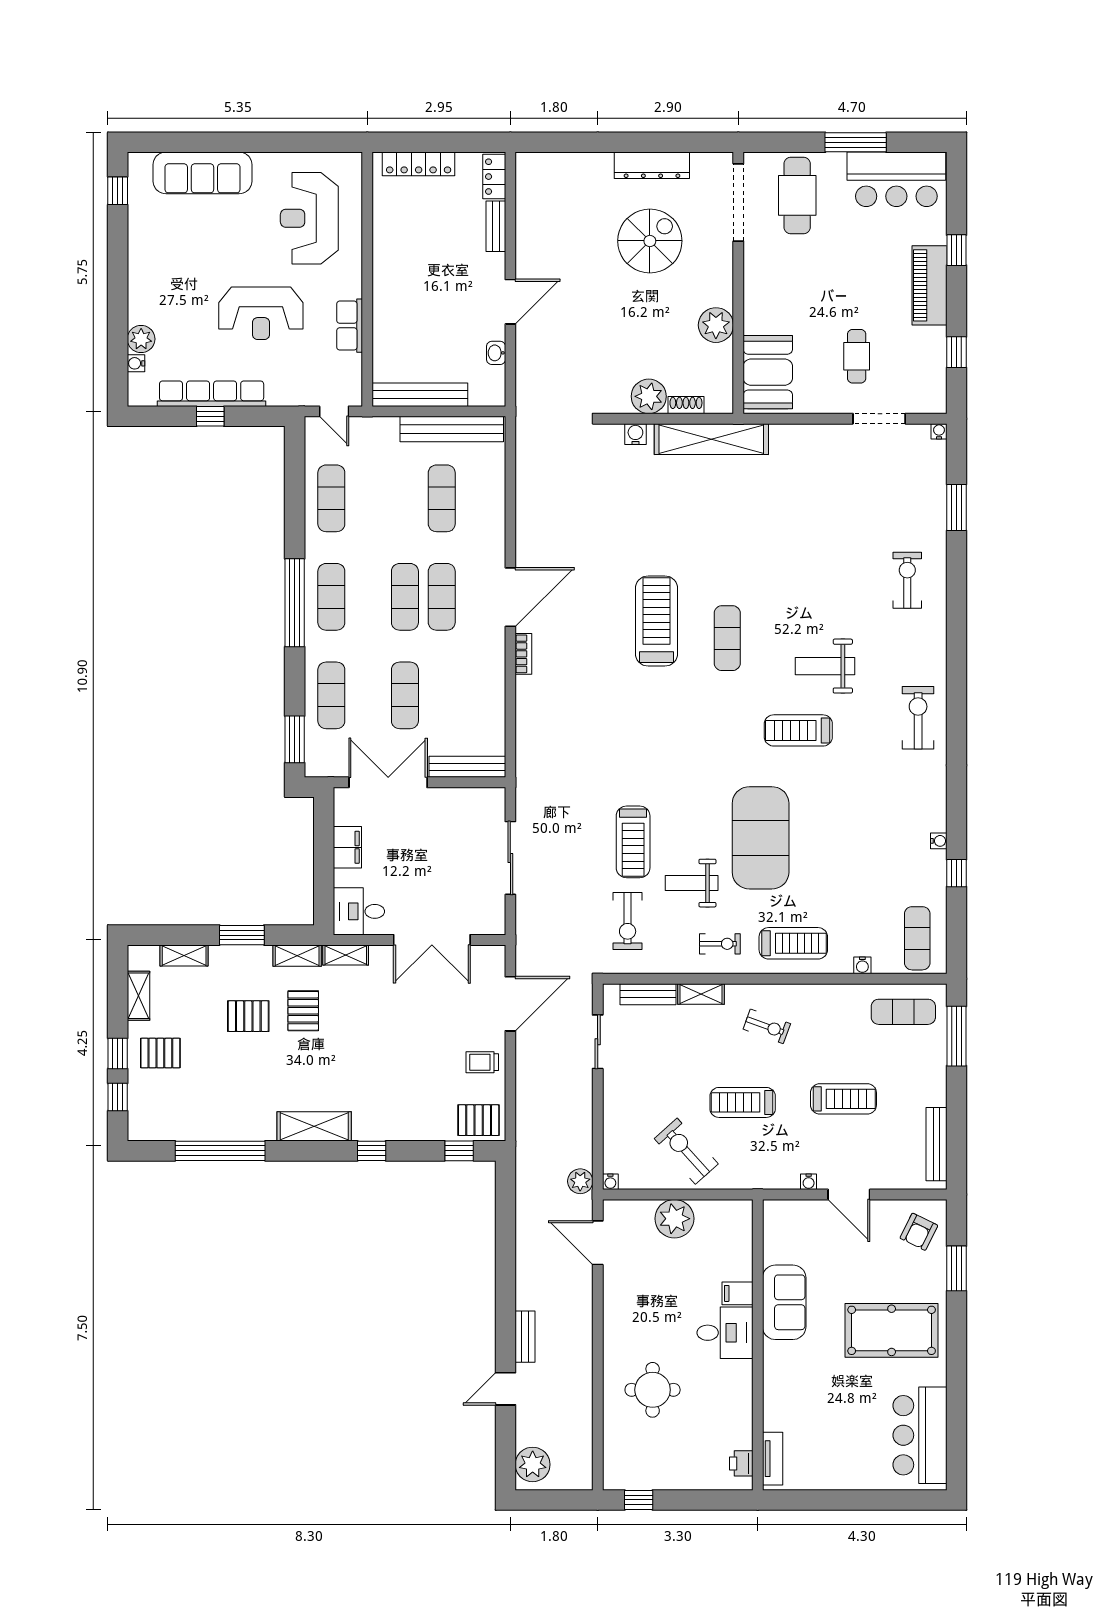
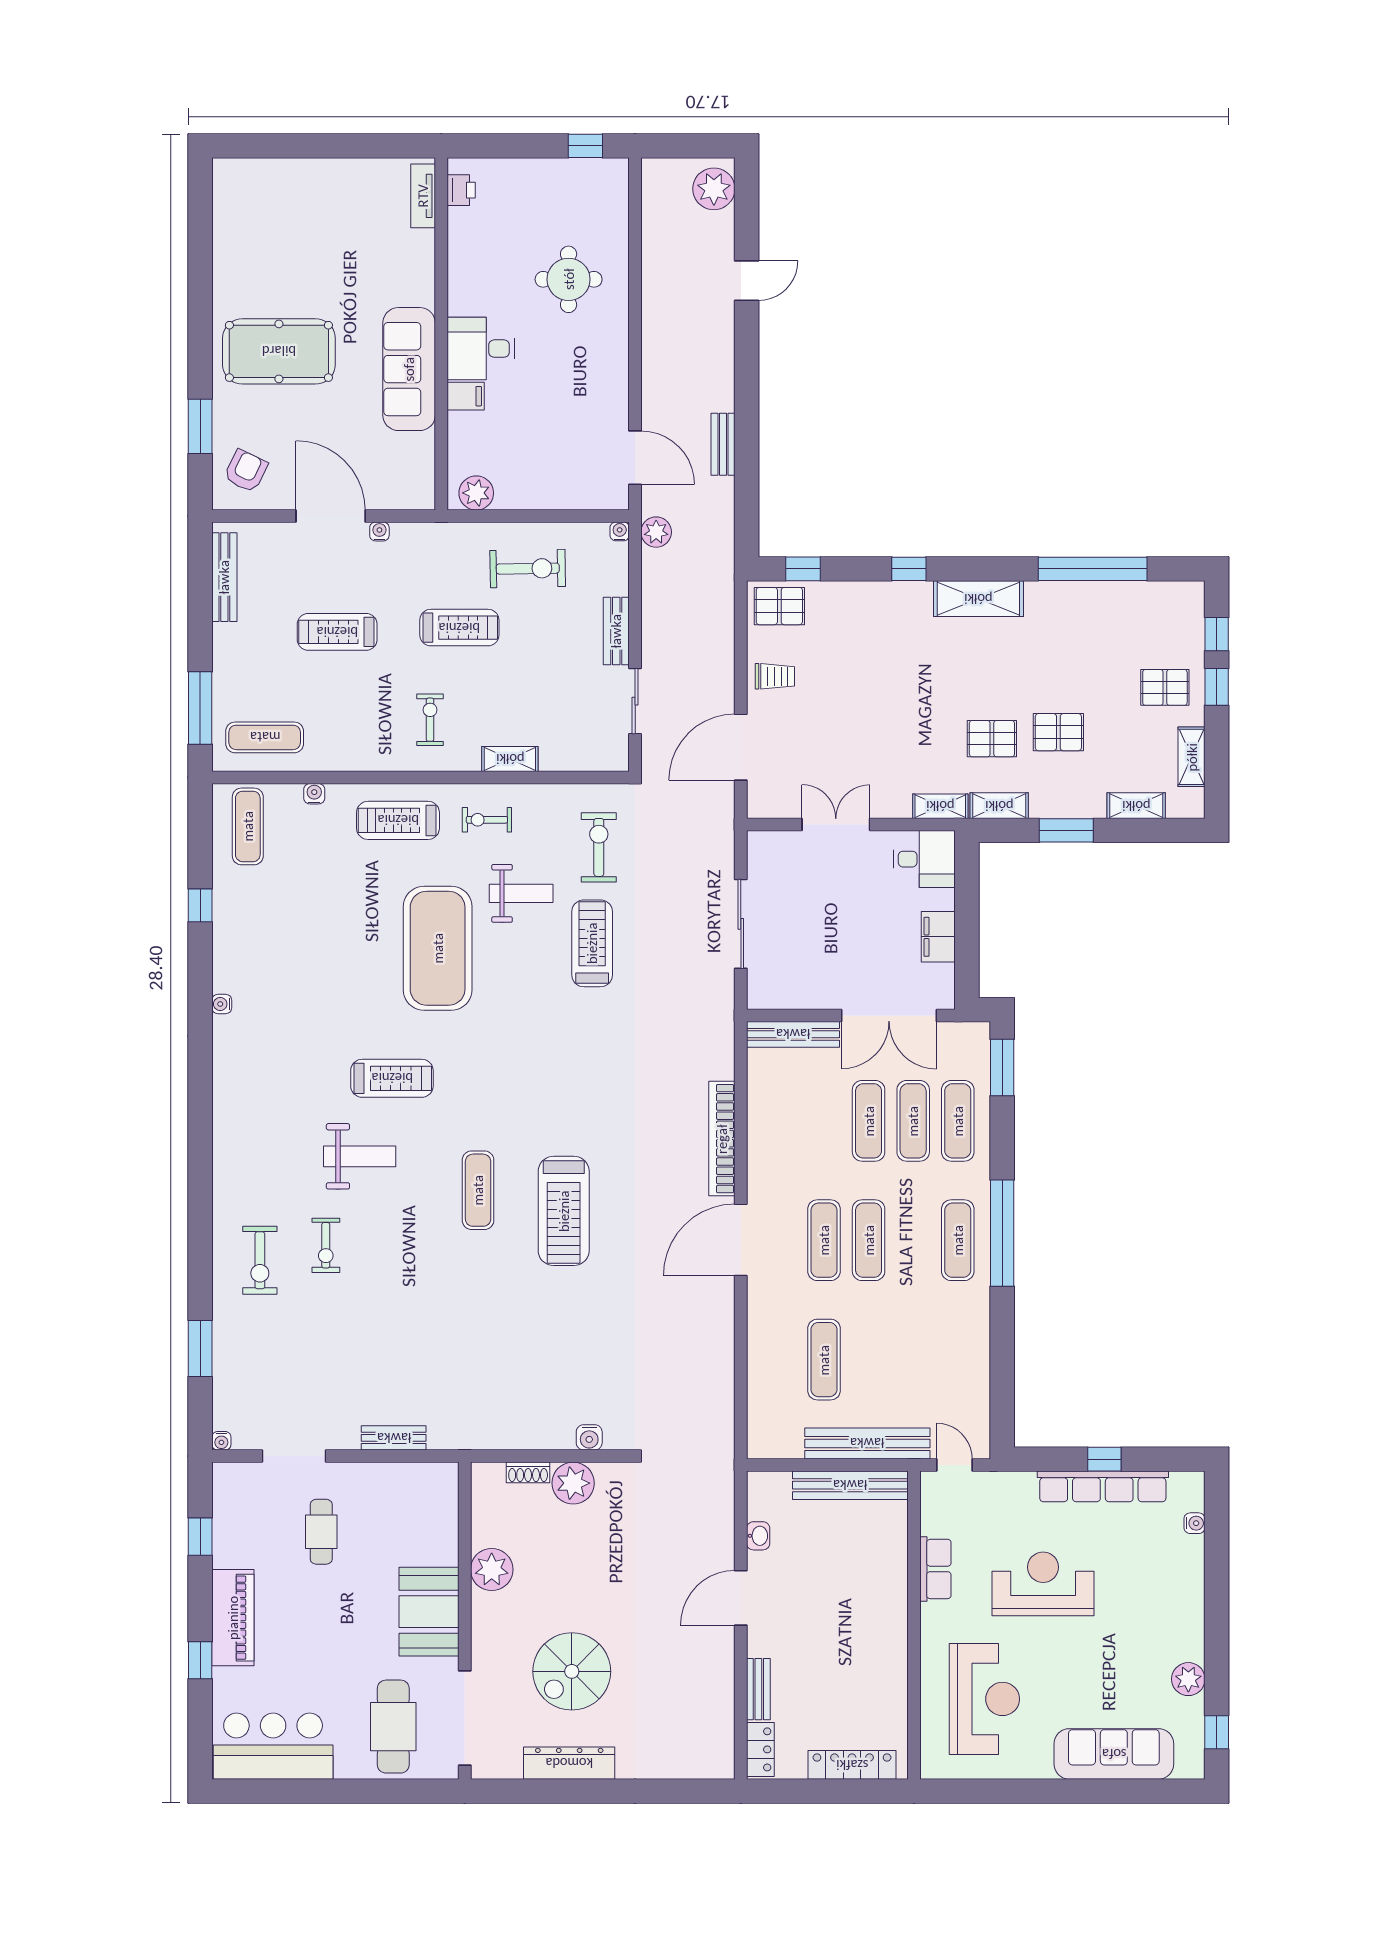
window: (856, 142) -> (322, 1791), removed
plant: (141, 339) -> (1188, 1679), moved
booth: (768, 372) -> (429, 1612), moved
bench: (452, 429) -> (867, 1443), moved
bench: (797, 434) -> (394, 1438), added
shelving: (711, 439) -> (497, 1431), removed
exercise mat: (331, 498) -> (913, 1121), moved
bookcase: (523, 654) -> (722, 1139), width x2.31, depth x1.31
exercise bike: (918, 718) -> (326, 1245), moved, width x0.73, depth x0.72
water cooler: (939, 841) -> (222, 1004), moved
double door: (432, 940) -> (836, 824), width x0.73
bench: (648, 994) -> (616, 631), moved, turned 90
pallet: (303, 1011) -> (992, 739), turned 90
exercise bike: (767, 1026) -> (430, 720), turned 70
exercise bike: (686, 1151) -> (528, 569), turned -49
door: (849, 1194) -> (331, 516), width x1.36
plant: (674, 1219) -> (476, 493), moved, width x0.73, depth x0.73
sofa: (784, 1302) -> (409, 369), width x1.36
bench: (525, 1337) -> (723, 444), moved
bar counter: (920, 1435) -> (245, 224), removed

